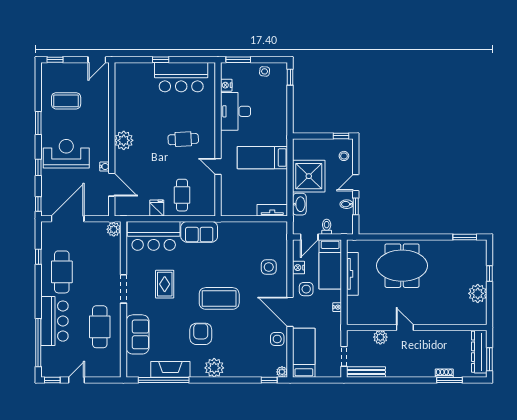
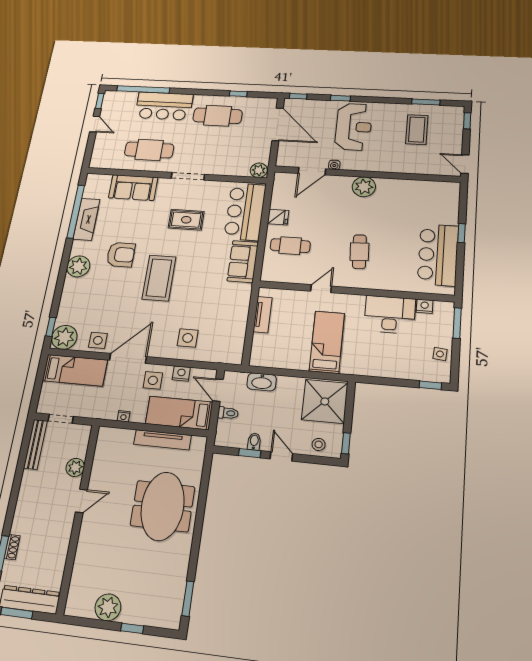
window: (38, 123) -> (426, 102), moved
shower: (309, 176) -> (325, 401), moved
tv unit: (272, 210) -> (263, 315), moved
plant: (282, 372) -> (64, 337), width x1.88, depth x1.88

